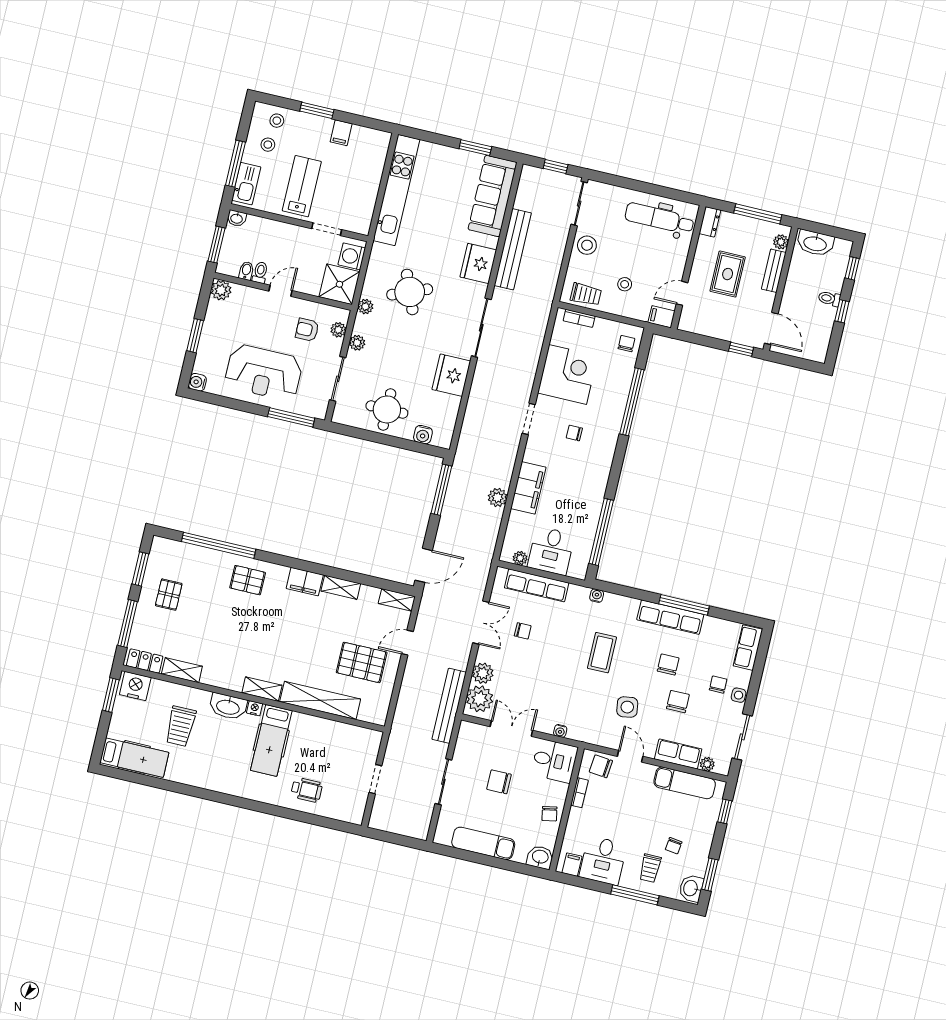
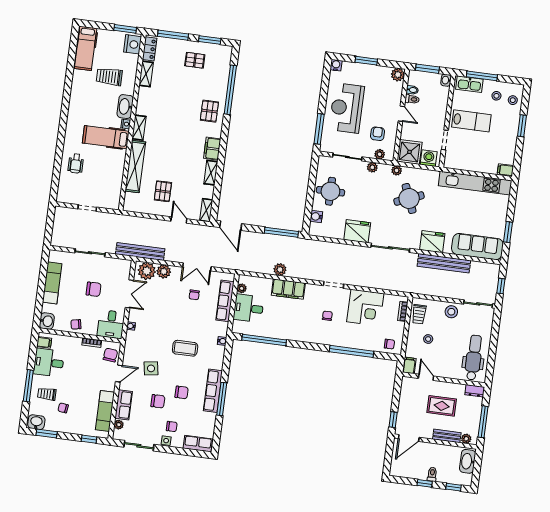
filing cabinet: (341, 133) -> (505, 170), moved
pallet: (362, 662) -> (163, 191), width x0.67, depth x0.71
chair: (499, 782) -> (94, 289), turned 90

